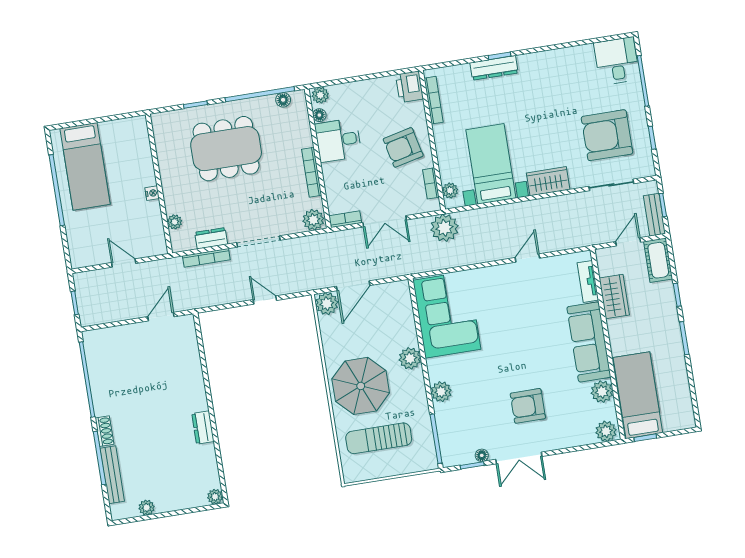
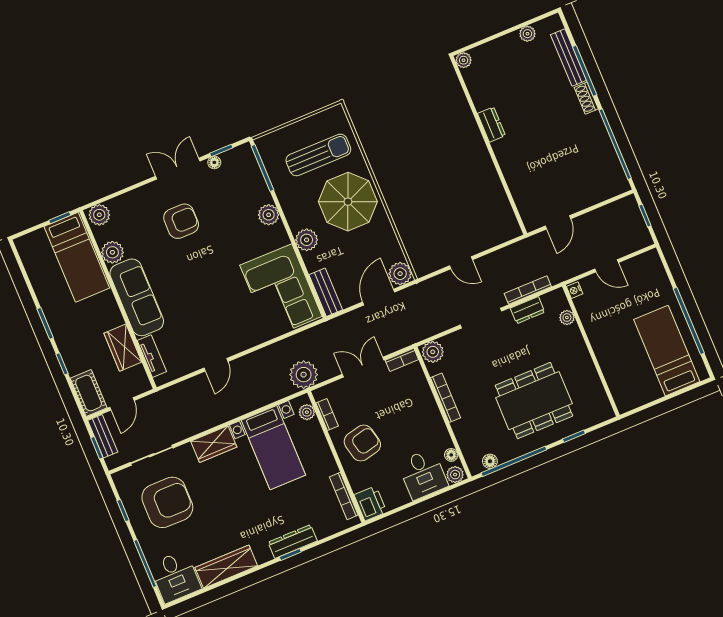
wardrobe: (565, 59) -> (226, 567), added
desk: (338, 140) -> (423, 474), moved, turned 90
nightstand: (152, 193) -> (575, 290), moved
bench: (404, 303) -> (326, 292), added

